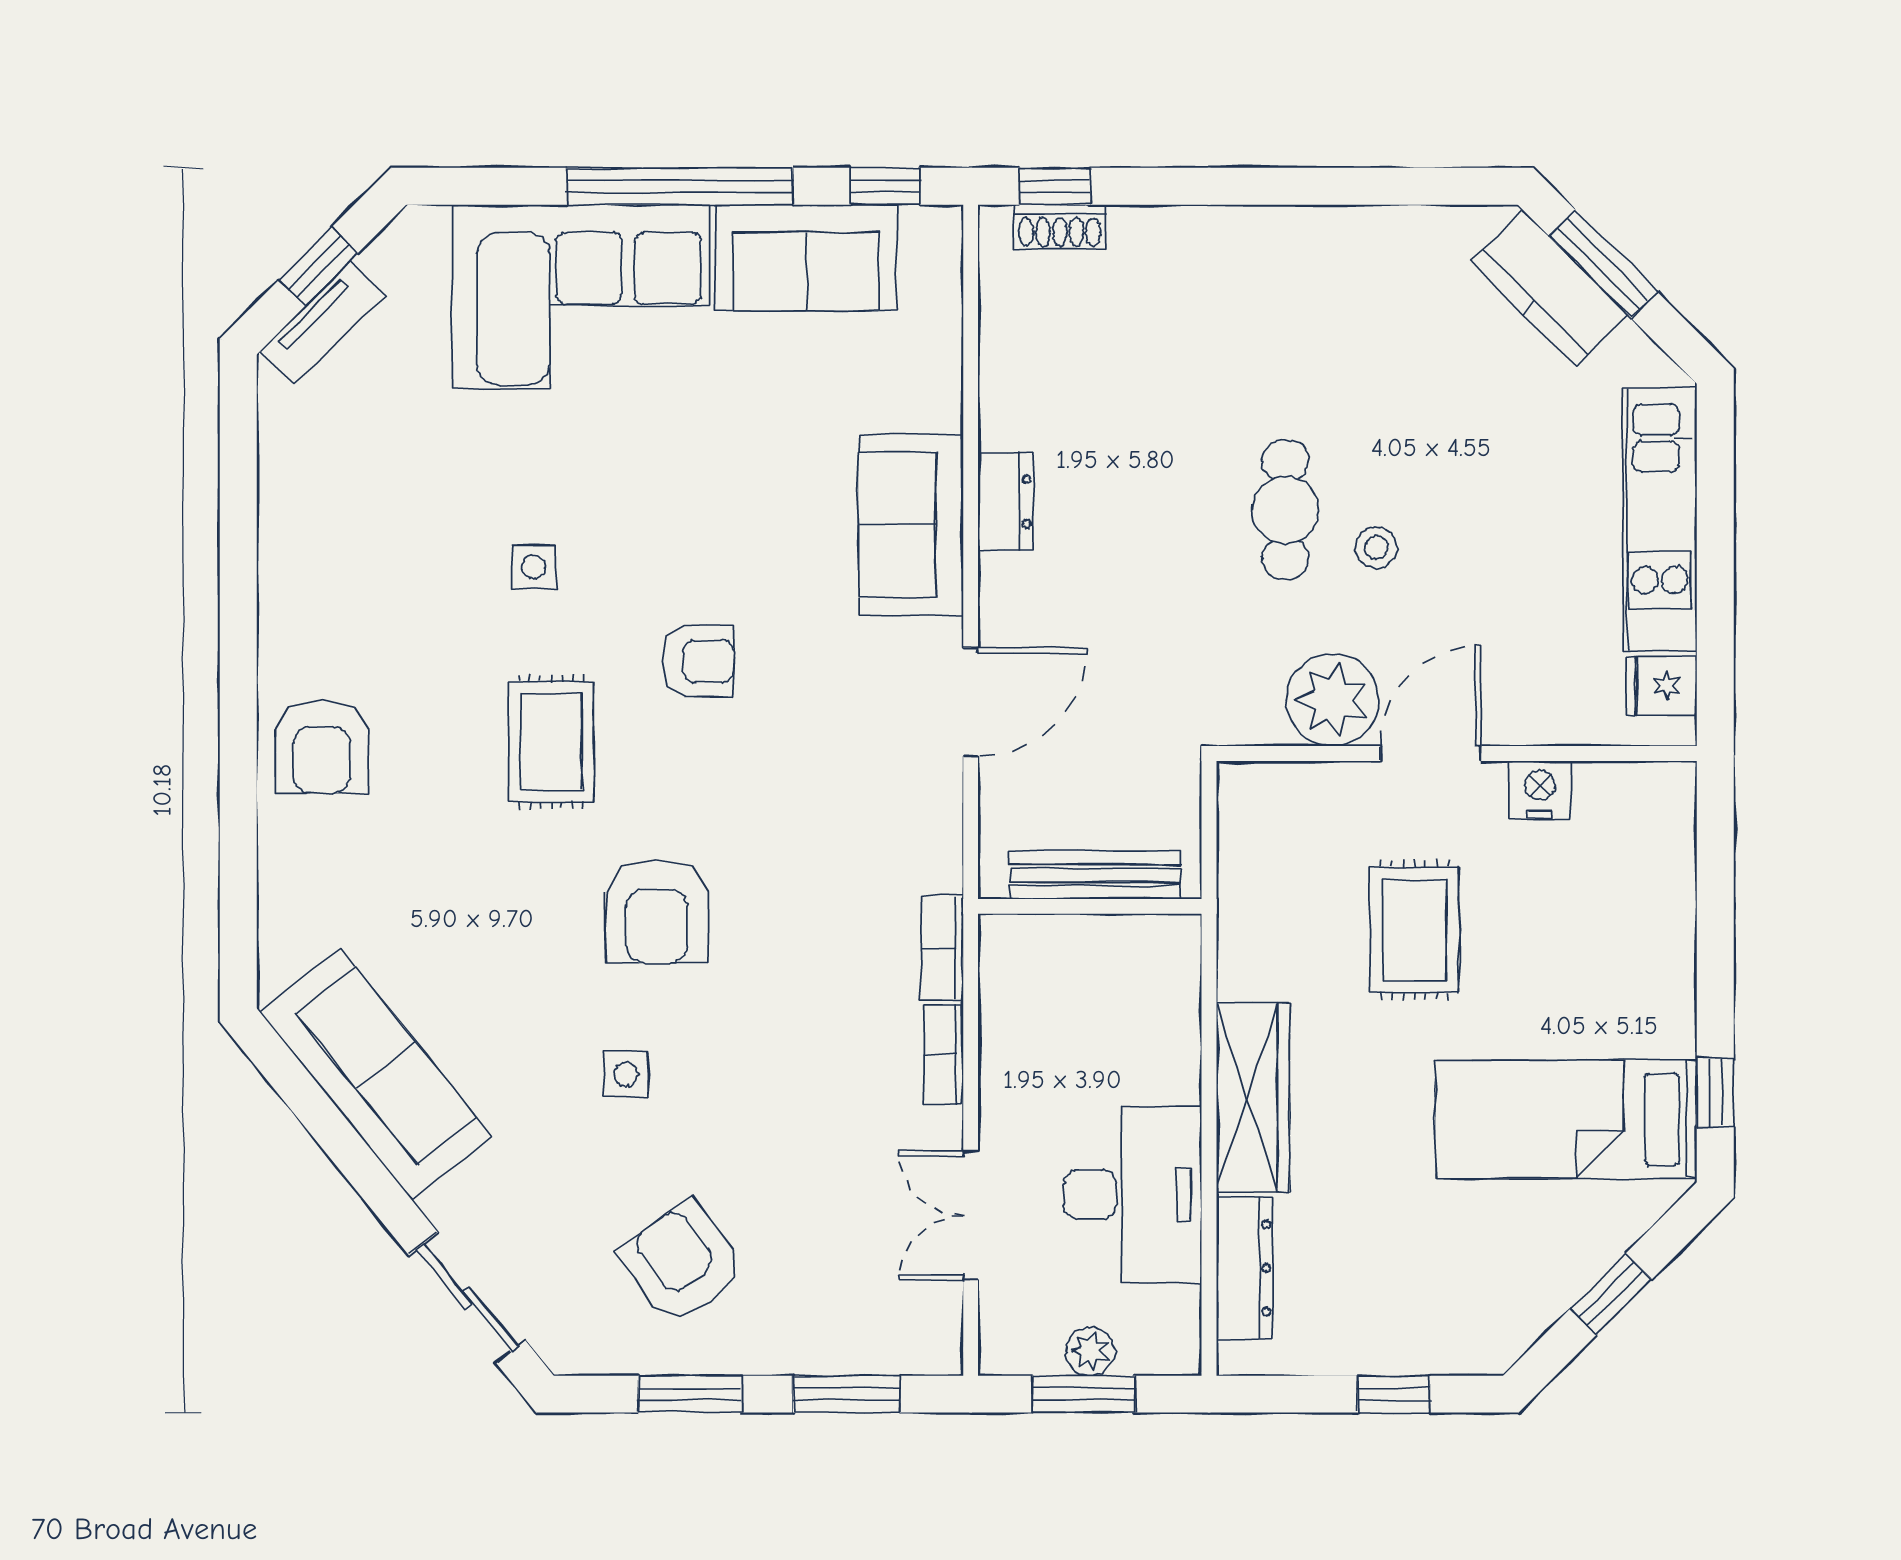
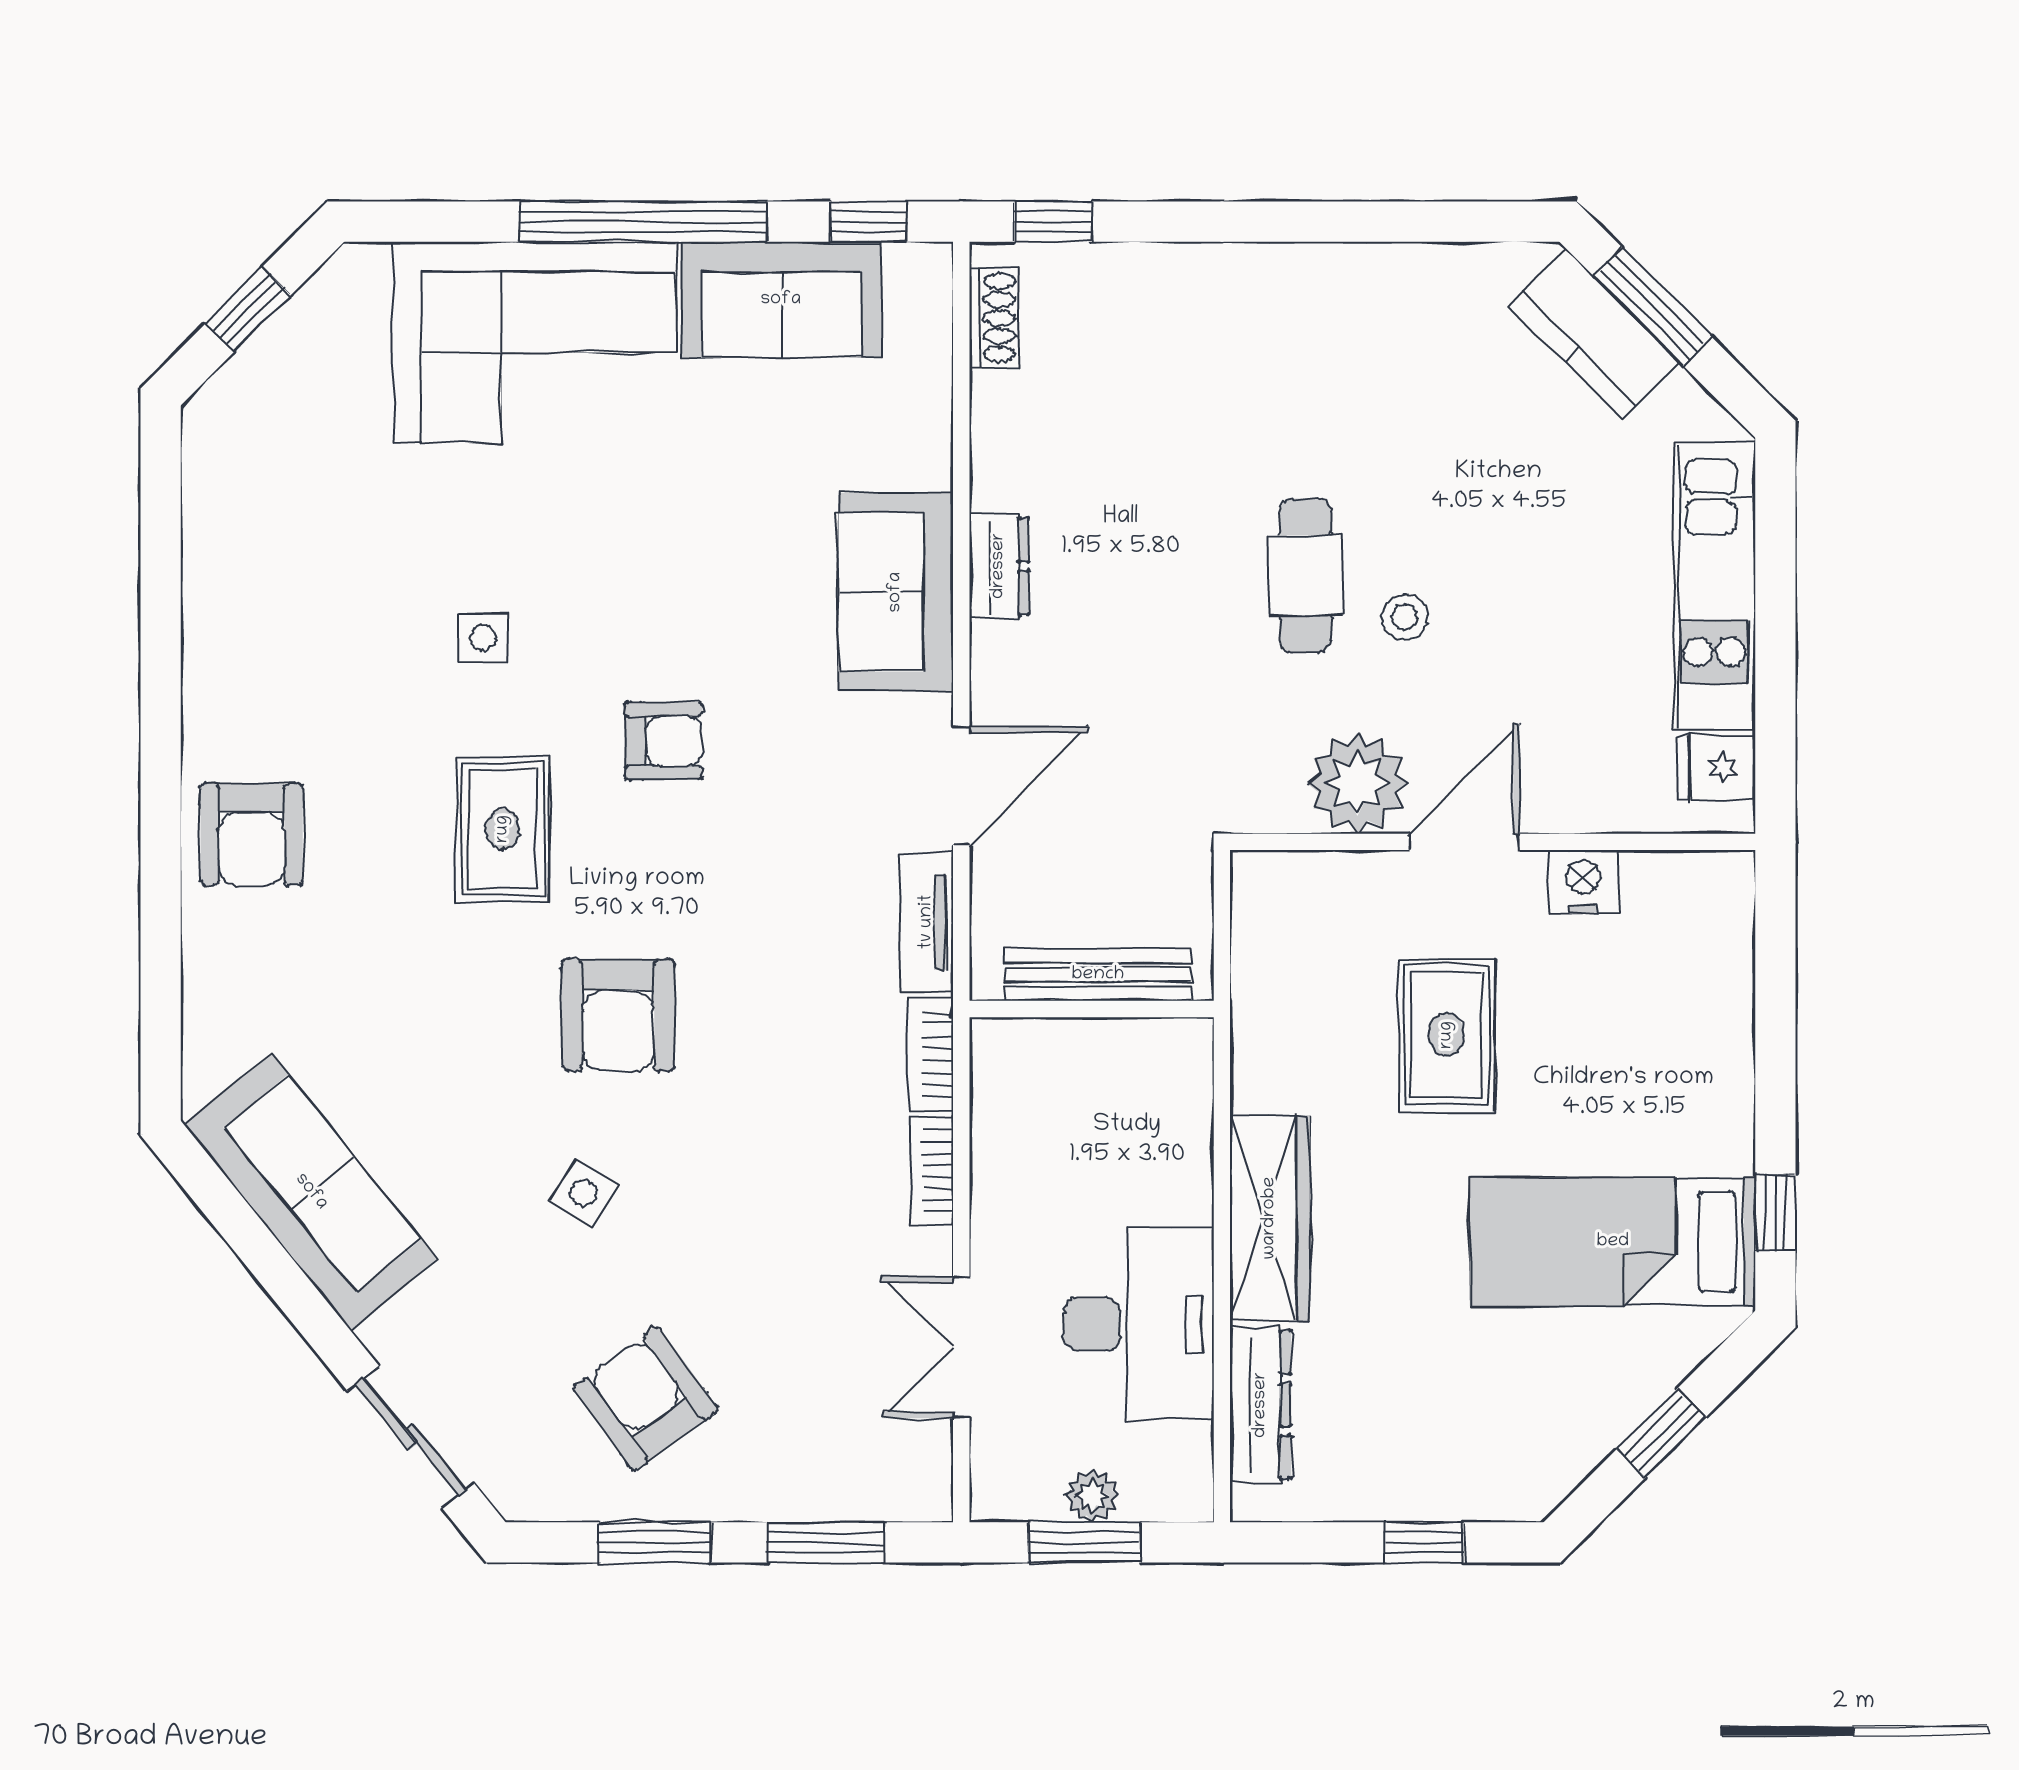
shoe rack: (1060, 227) -> (993, 318), moved, turned -90
tv unit: (322, 323) -> (927, 922), moved, turned 135
side table: (626, 1074) -> (584, 1193), turned 33

